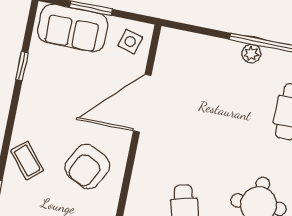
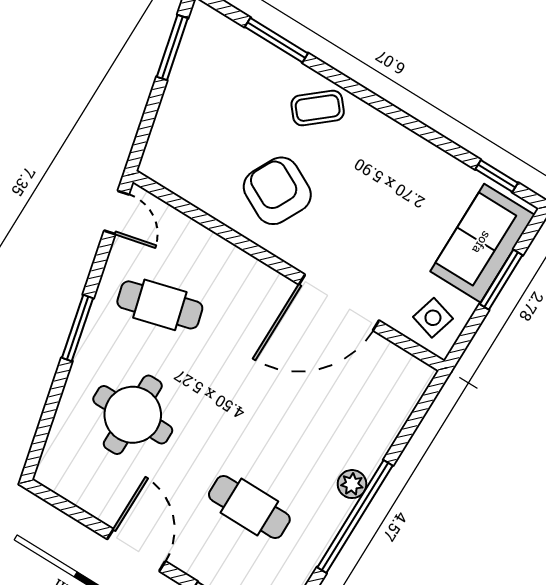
window: (22, 66) -> (497, 176), moved
door: (142, 103) -> (339, 302), swing flipped

